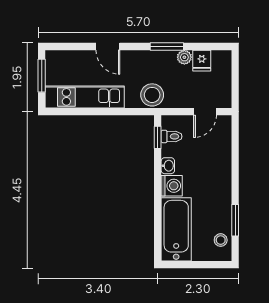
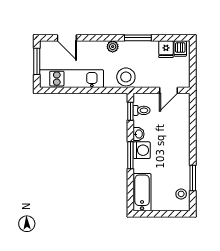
door: (108, 47) -> (67, 38), moved
plant: (184, 57) -> (113, 47), moved
dishwasher: (220, 60) -> (180, 49), added
window: (158, 192) -> (130, 155), added
bathtub: (176, 229) -> (142, 192), width x0.73, depth x0.73

